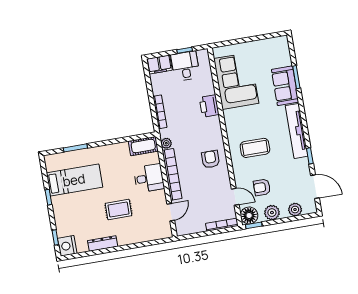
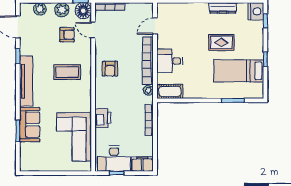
desk: (185, 66) -> (114, 159), width x1.37
rug: (118, 209) -> (221, 42), moved

